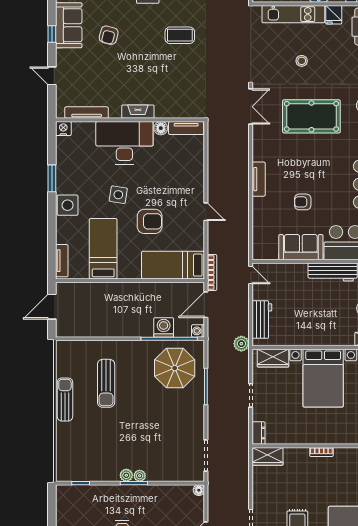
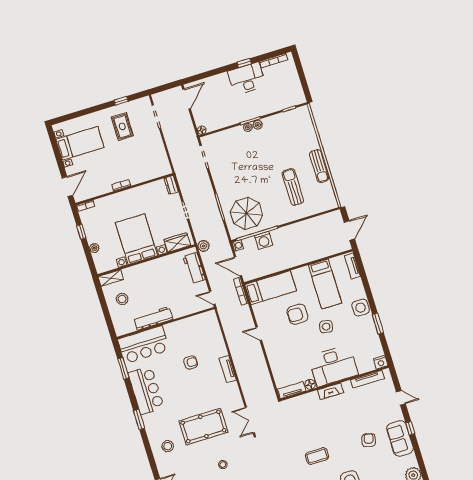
sofa: (301, 247) -> (182, 329), removed
door: (206, 305) -> (238, 266), swing flipped
wardrobe: (267, 456) -> (159, 170), removed

